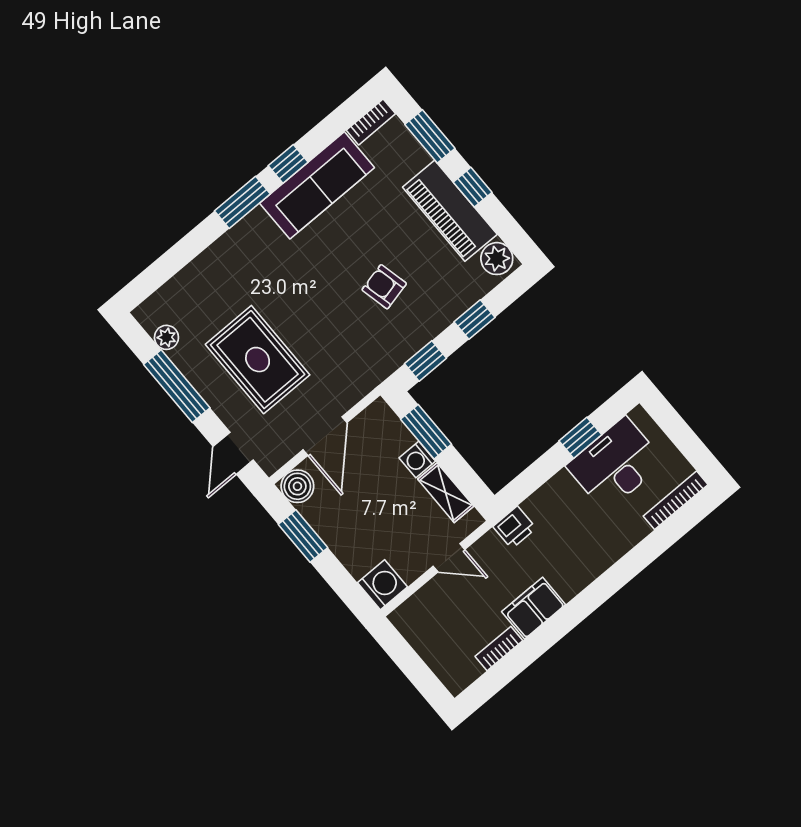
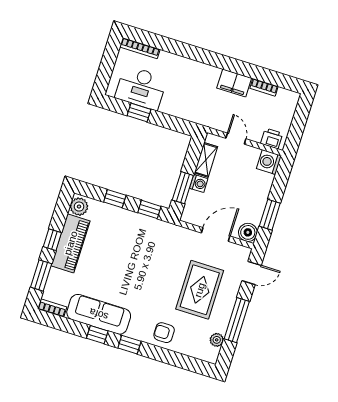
window: (242, 202) -> (129, 345), width x0.67
armchair: (384, 287) -> (164, 333), moved, turned 103
printer: (515, 527) -> (272, 139), moved

